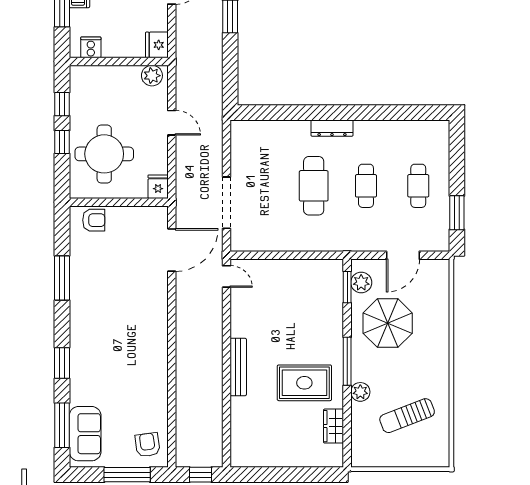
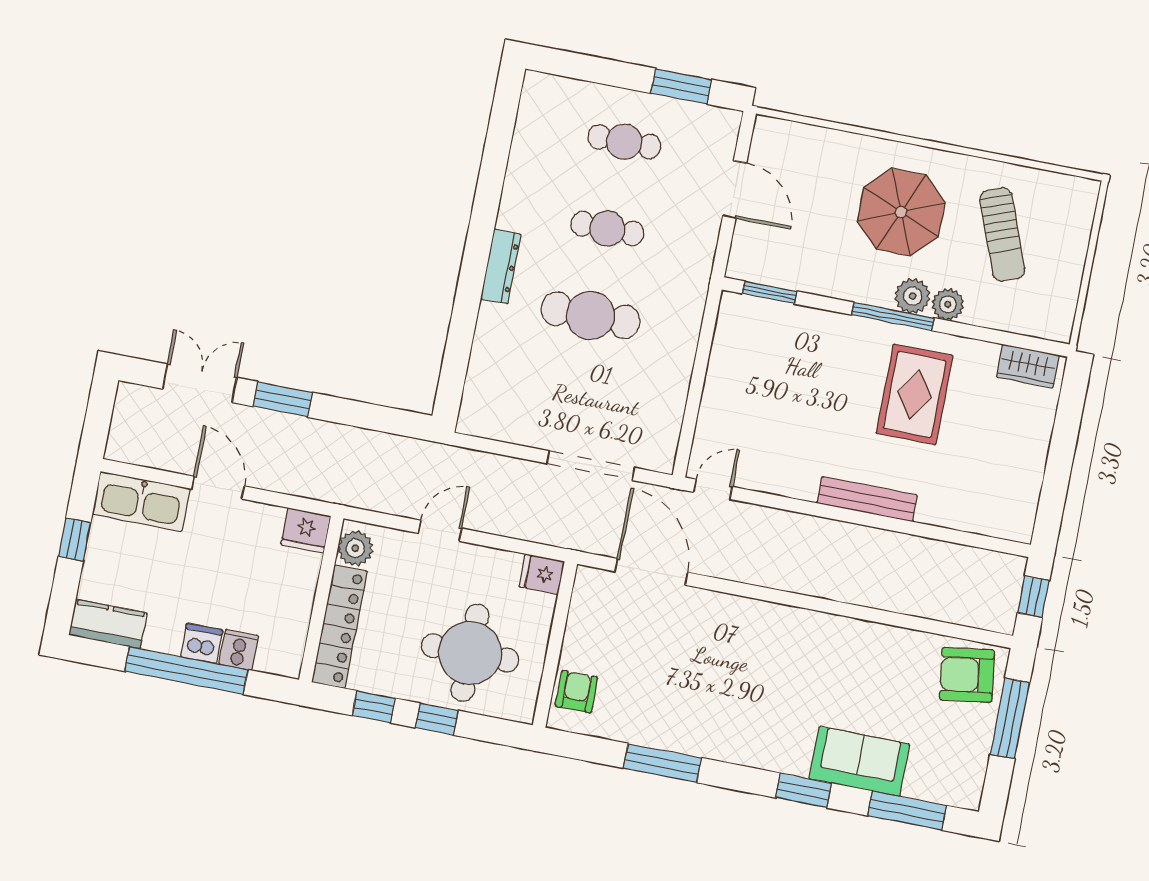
cooker: (91, 47) -> (239, 650), moved, turned 90
locker: (105, 75) -> (339, 627), added
plant: (361, 283) -> (913, 296), moved
parasol: (388, 323) -> (901, 212), moved
wardrobe: (334, 426) -> (1028, 366), moved
sofa: (85, 434) -> (859, 761), moved
armchair: (147, 445) -> (967, 675), width x1.38, depth x1.38

